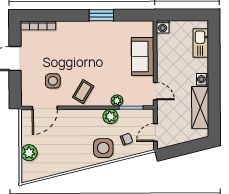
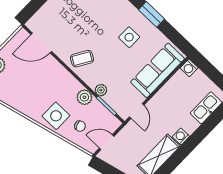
sofa: (143, 56) -> (157, 70), width x1.36
side table: (53, 81) -> (129, 37), moved

